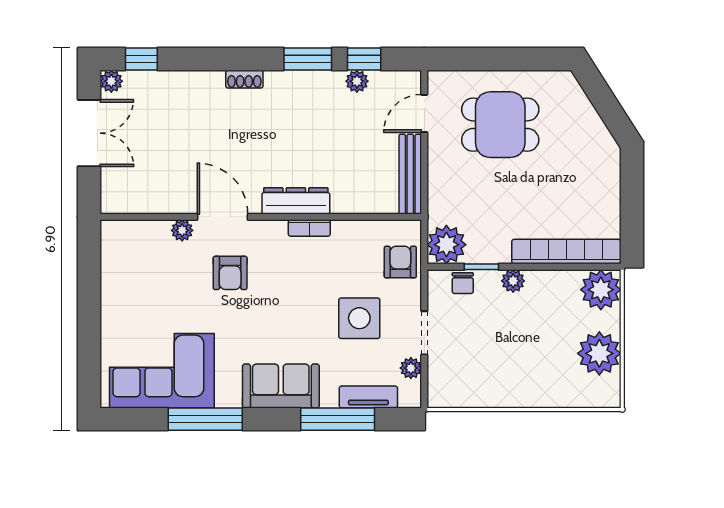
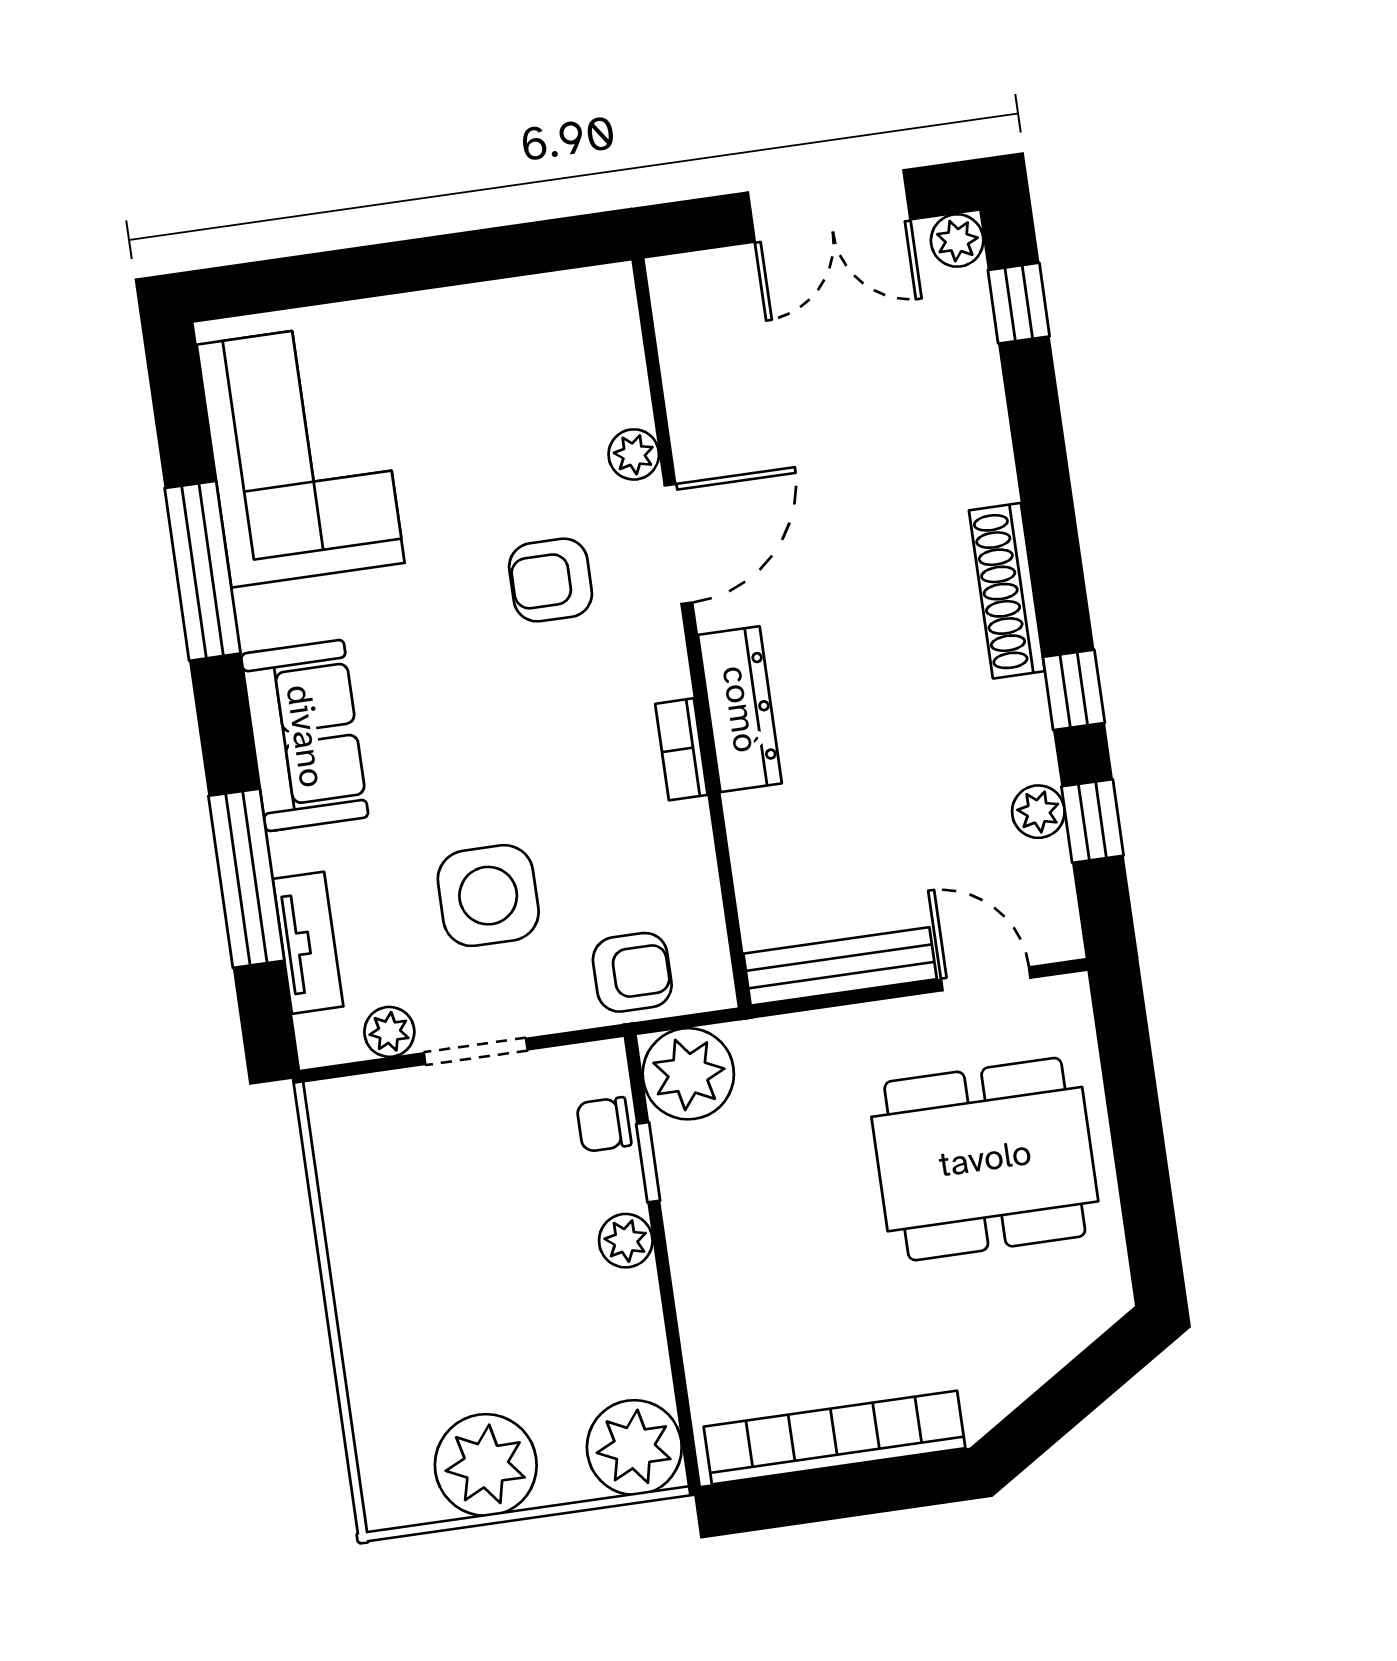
window: (308, 59) -> (1074, 690), width x0.67
shoe rack: (244, 79) -> (1007, 591), width x1.94, depth x1.24
dining table: (500, 125) -> (985, 1159), width x1.38
bookcase: (566, 252) -> (835, 1437), moved, turned -90

